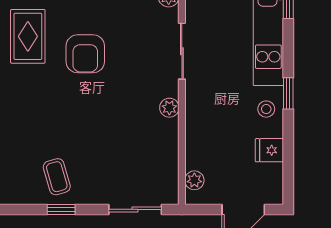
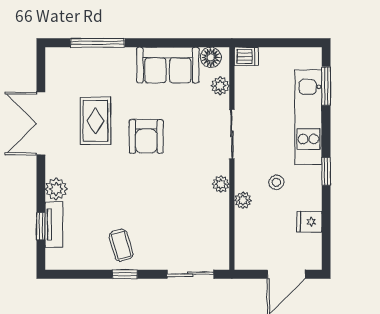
stool: (266, 109) -> (276, 182), moved
plant: (194, 180) -> (243, 200), moved

